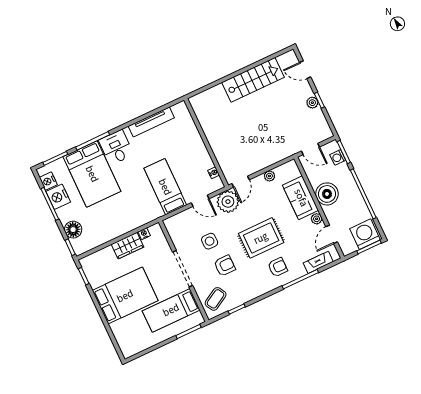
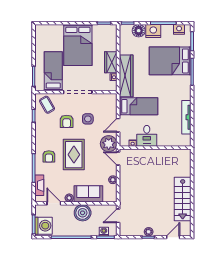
desk: (116, 147) -> (147, 136), moved, turned 90
nightstand: (58, 197) -> (153, 31), moved
wardrobe: (135, 219) -> (126, 76), added

